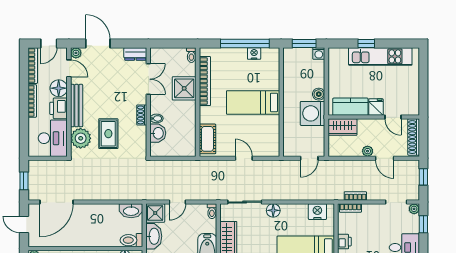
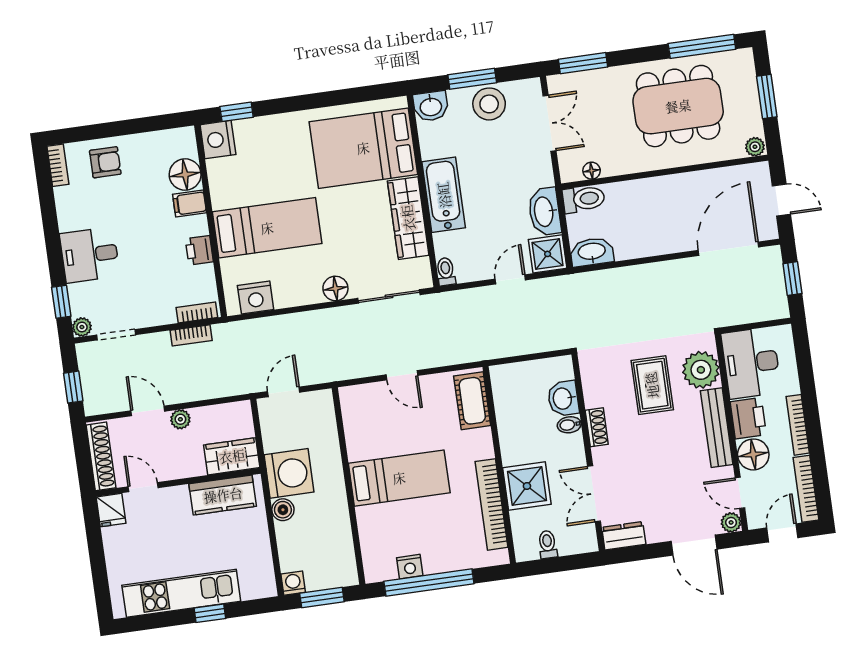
toilet: (191, 55) -> (548, 544), moved
fridge: (376, 107) -> (111, 510), moved

